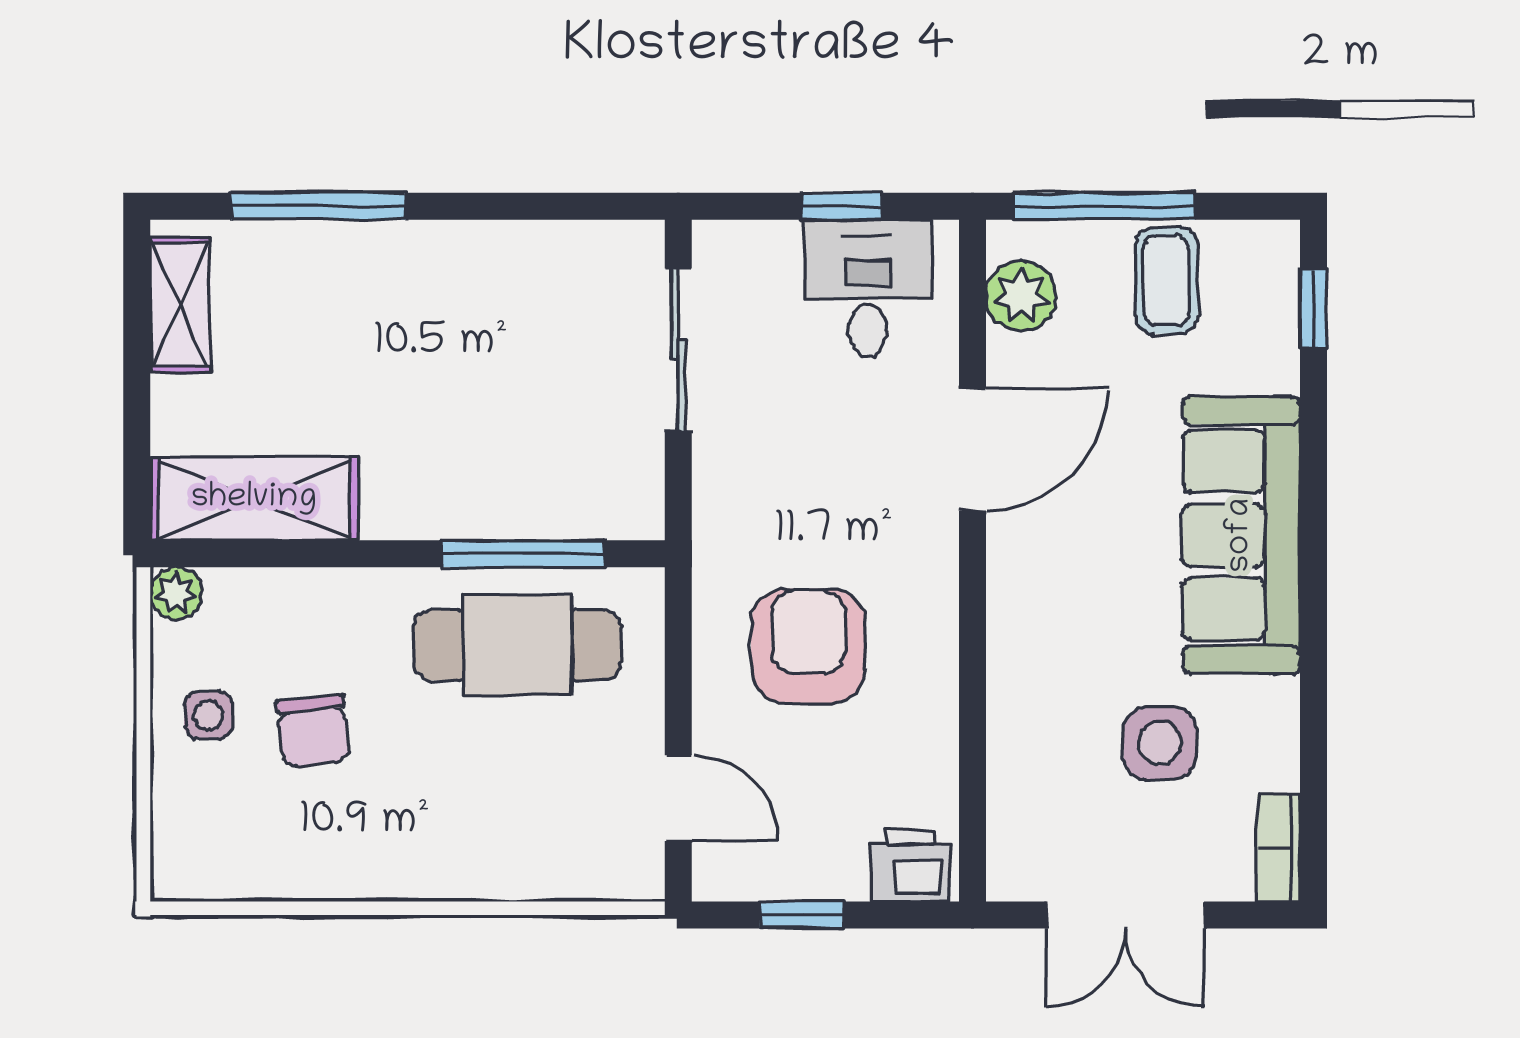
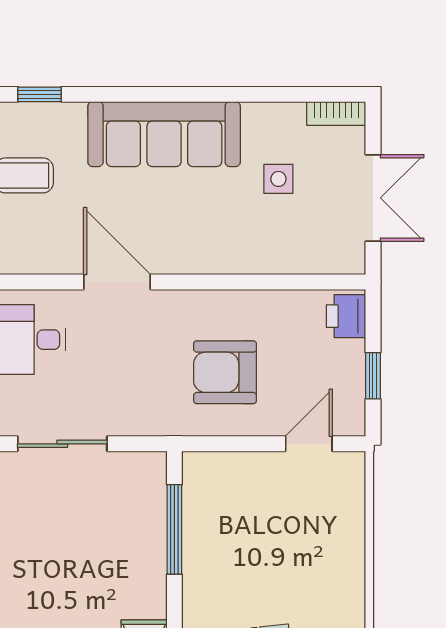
plant: (1021, 296) -> (33, 255), removed
cafe table: (517, 645) -> (225, 532), removed
side table: (1160, 743) -> (278, 179), width x0.73, depth x0.73

